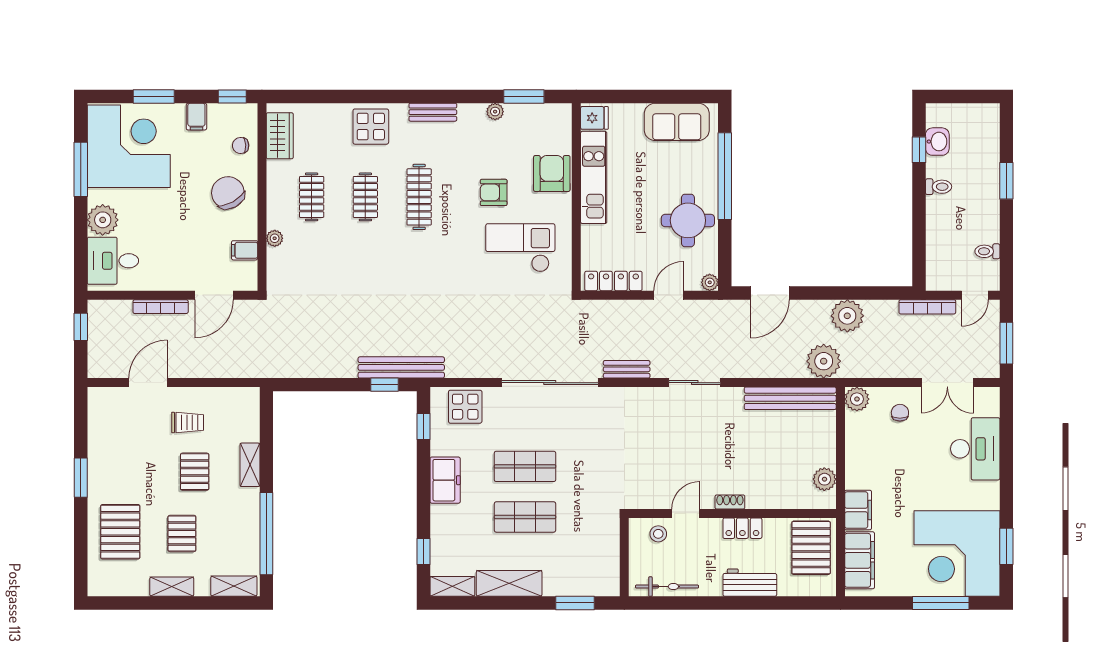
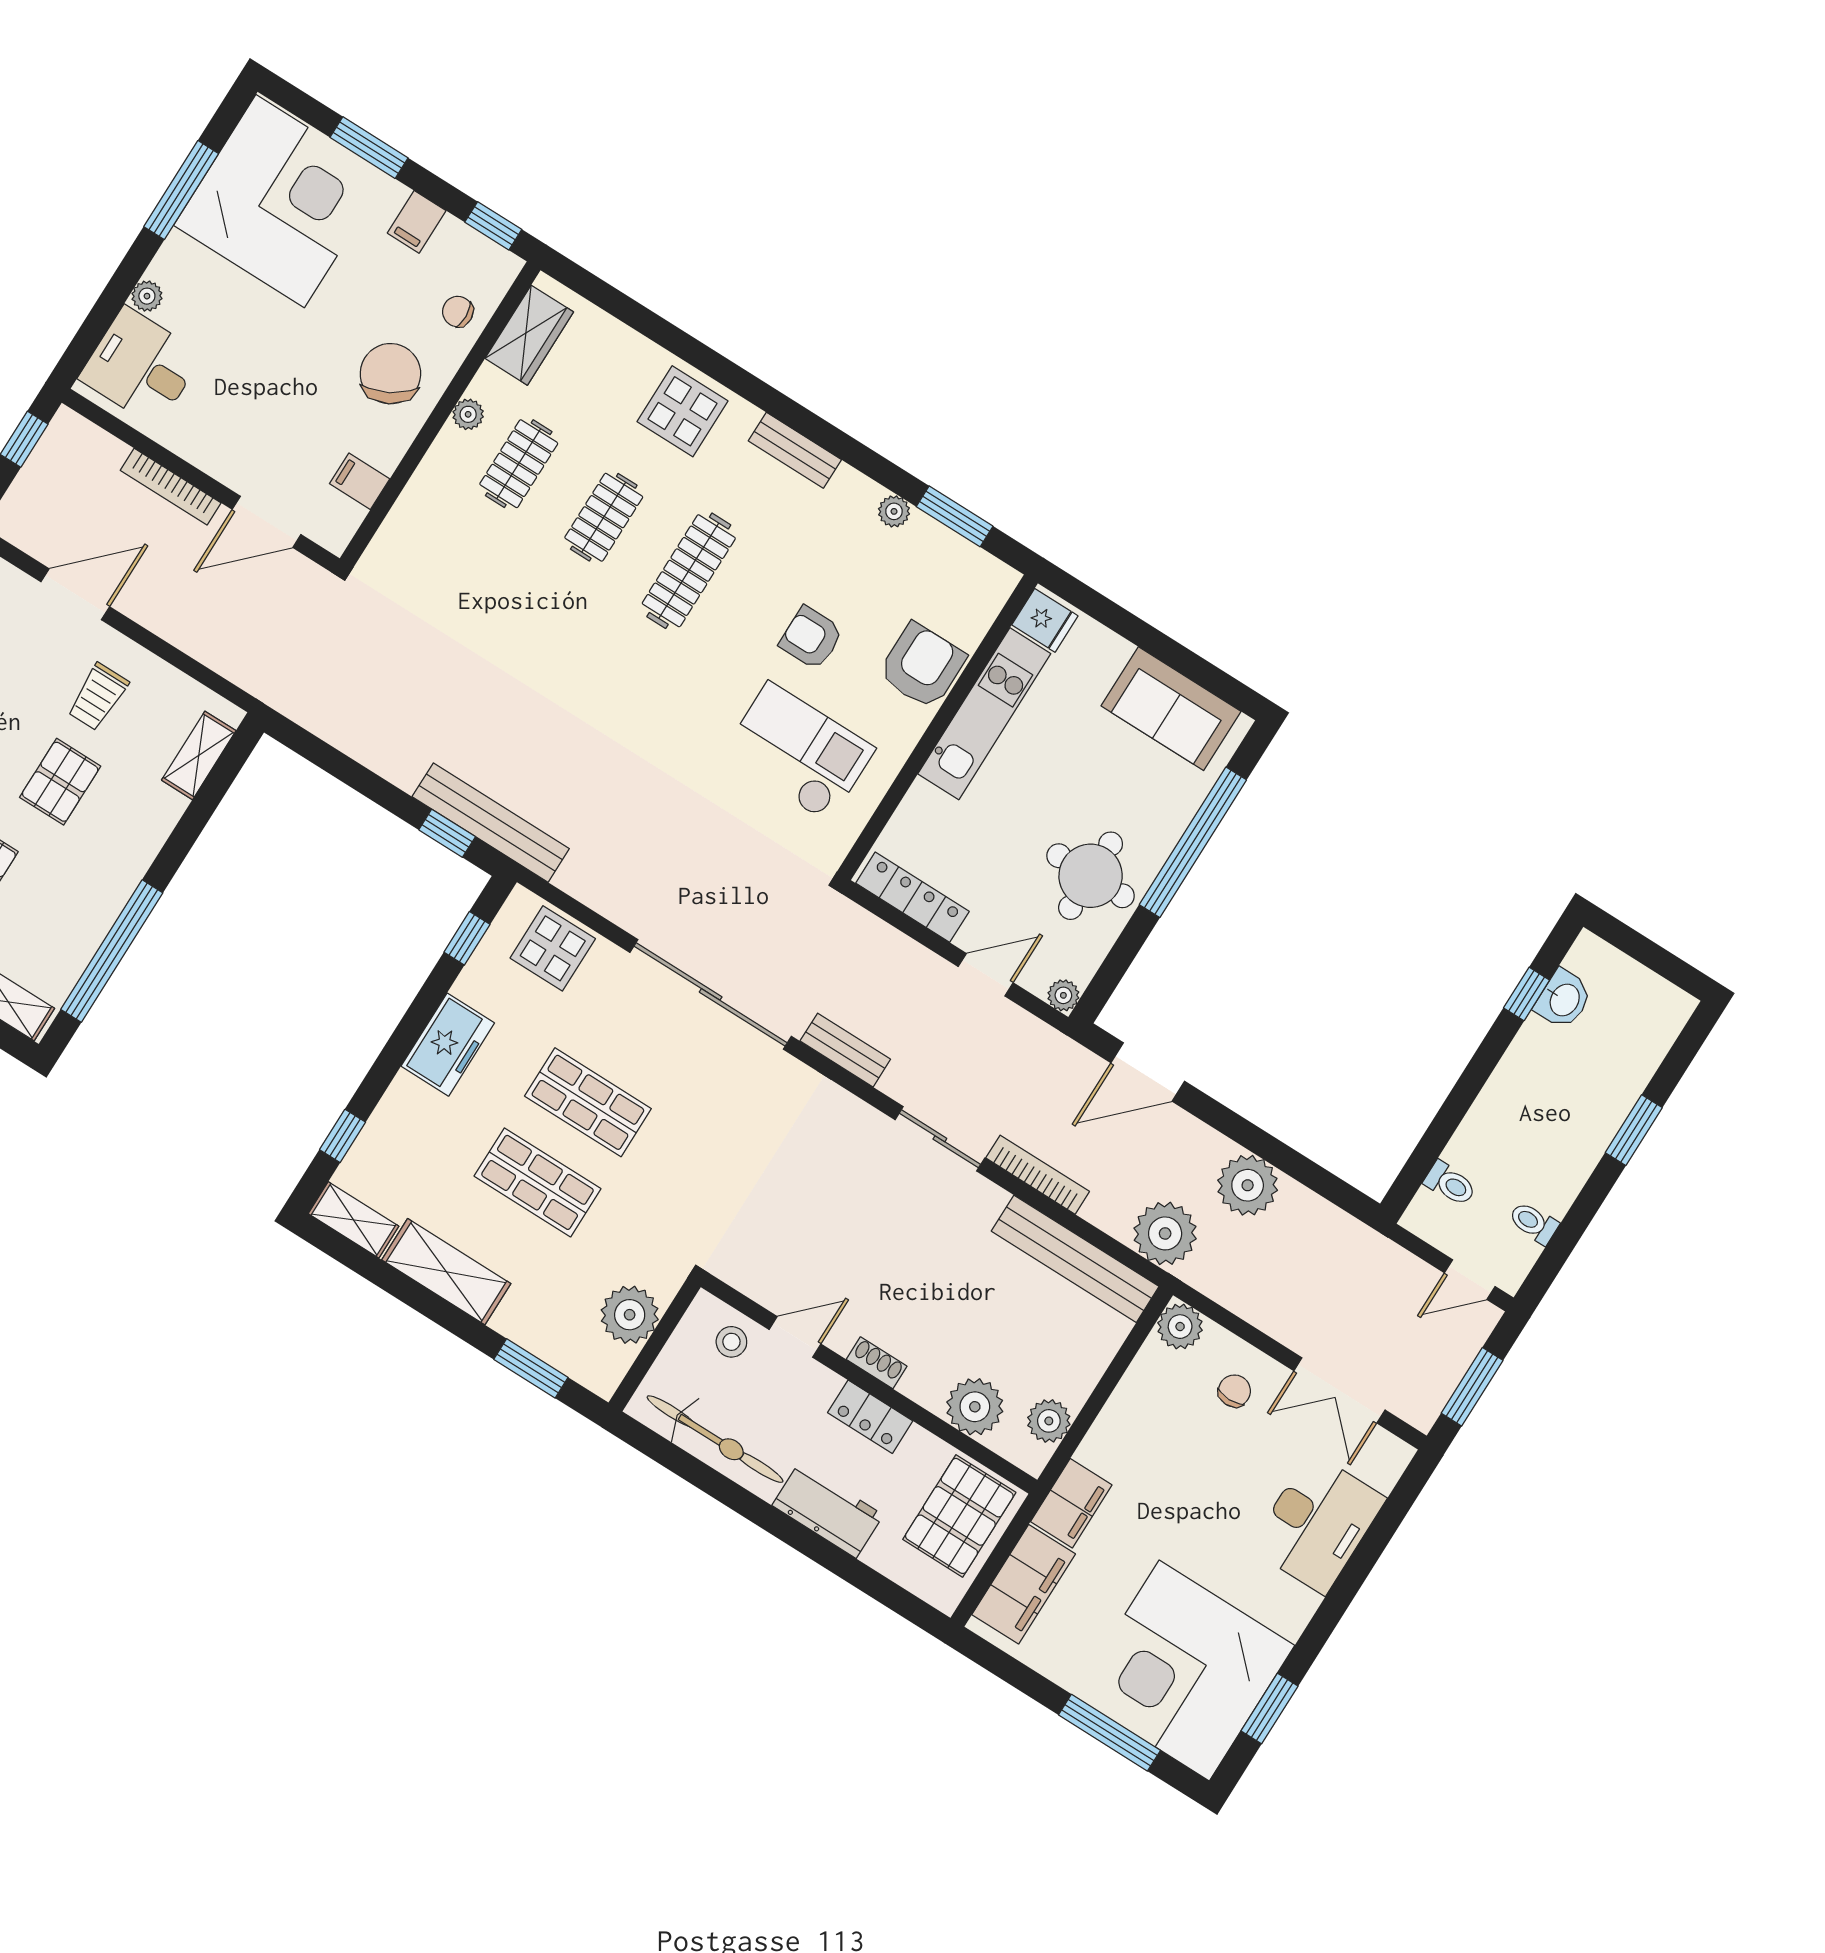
toilet: (939, 187) -> (1450, 1184), moved
plant: (103, 220) -> (147, 296), width x0.53, depth x0.53
plant: (275, 238) -> (468, 414), moved
bookcase: (927, 307) -> (1038, 1175), moved, turned 180
trolley: (188, 422) -> (98, 697), turned 90
shelving: (250, 465) -> (199, 755), moved
plant: (787, 494) -> (975, 1407), added
plant: (604, 551) -> (630, 1315), added
bicycle: (667, 587) -> (715, 1439), width x1.37, depth x1.40

